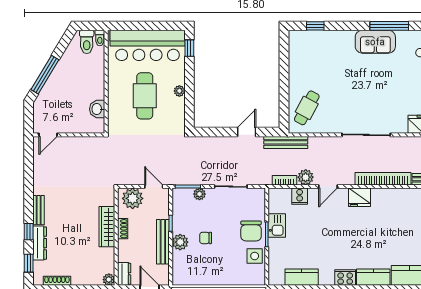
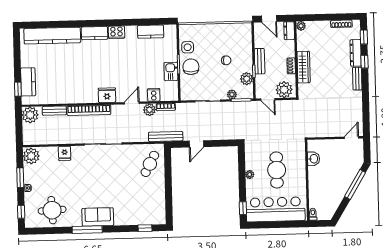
toilet: (87, 42) -> (323, 211), removed
bench: (163, 242) -> (260, 61), width x0.73
plant: (180, 242) -> (247, 79), moved

